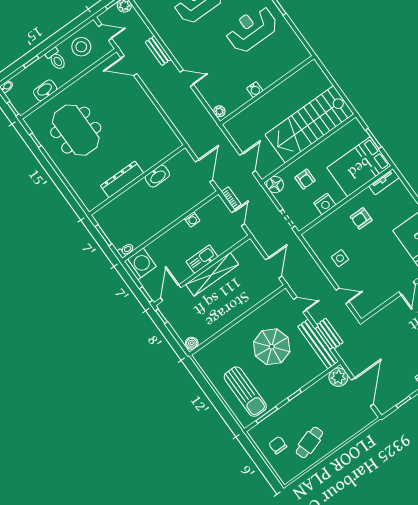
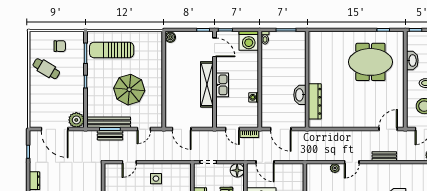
plant: (219, 111) -> (335, 168), moved
dresser: (122, 179) -> (315, 101), moved
cafe table: (309, 442) -> (46, 69), turned -41

